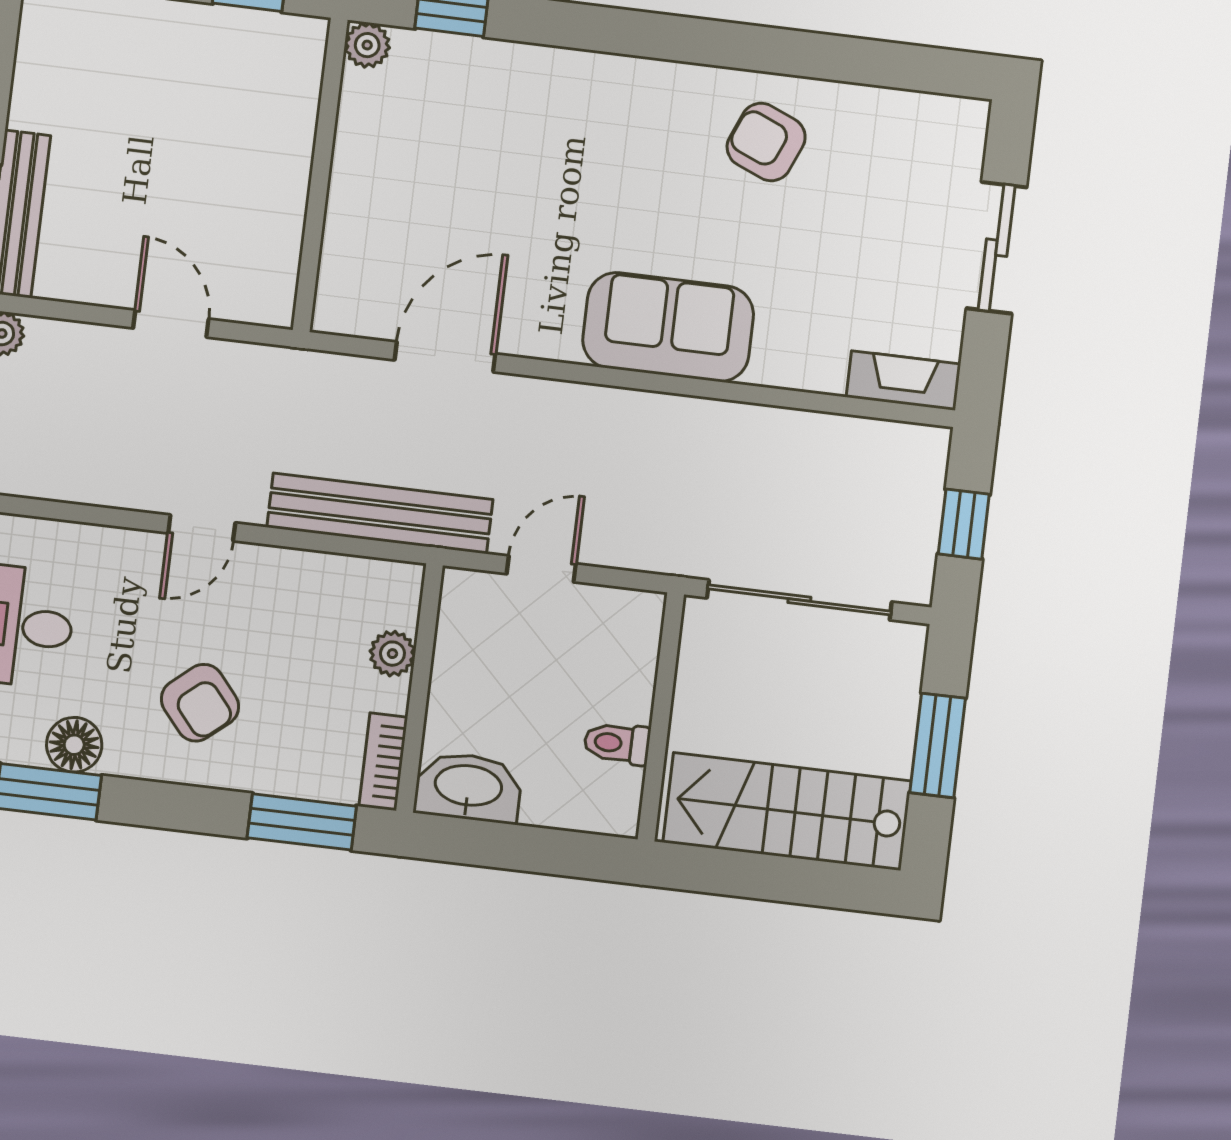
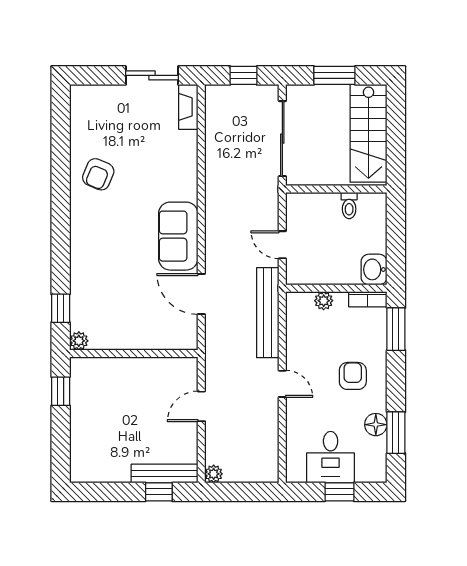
sliding door: (997, 248) -> (152, 75), moved
sofa: (668, 327) -> (178, 236), moved
armchair: (200, 703) -> (353, 376), turned -50
washbasin: (468, 787) -> (374, 269), width x0.72

